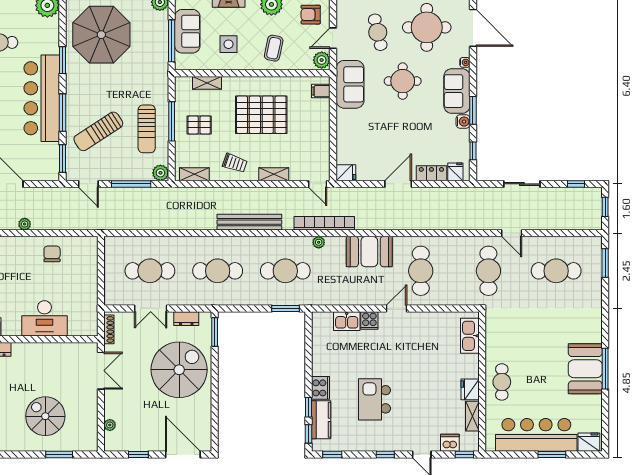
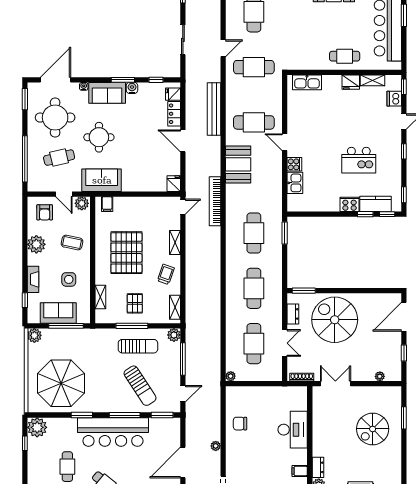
bench: (249, 222) -> (214, 109), moved
plant: (319, 242) -> (231, 376), moved

